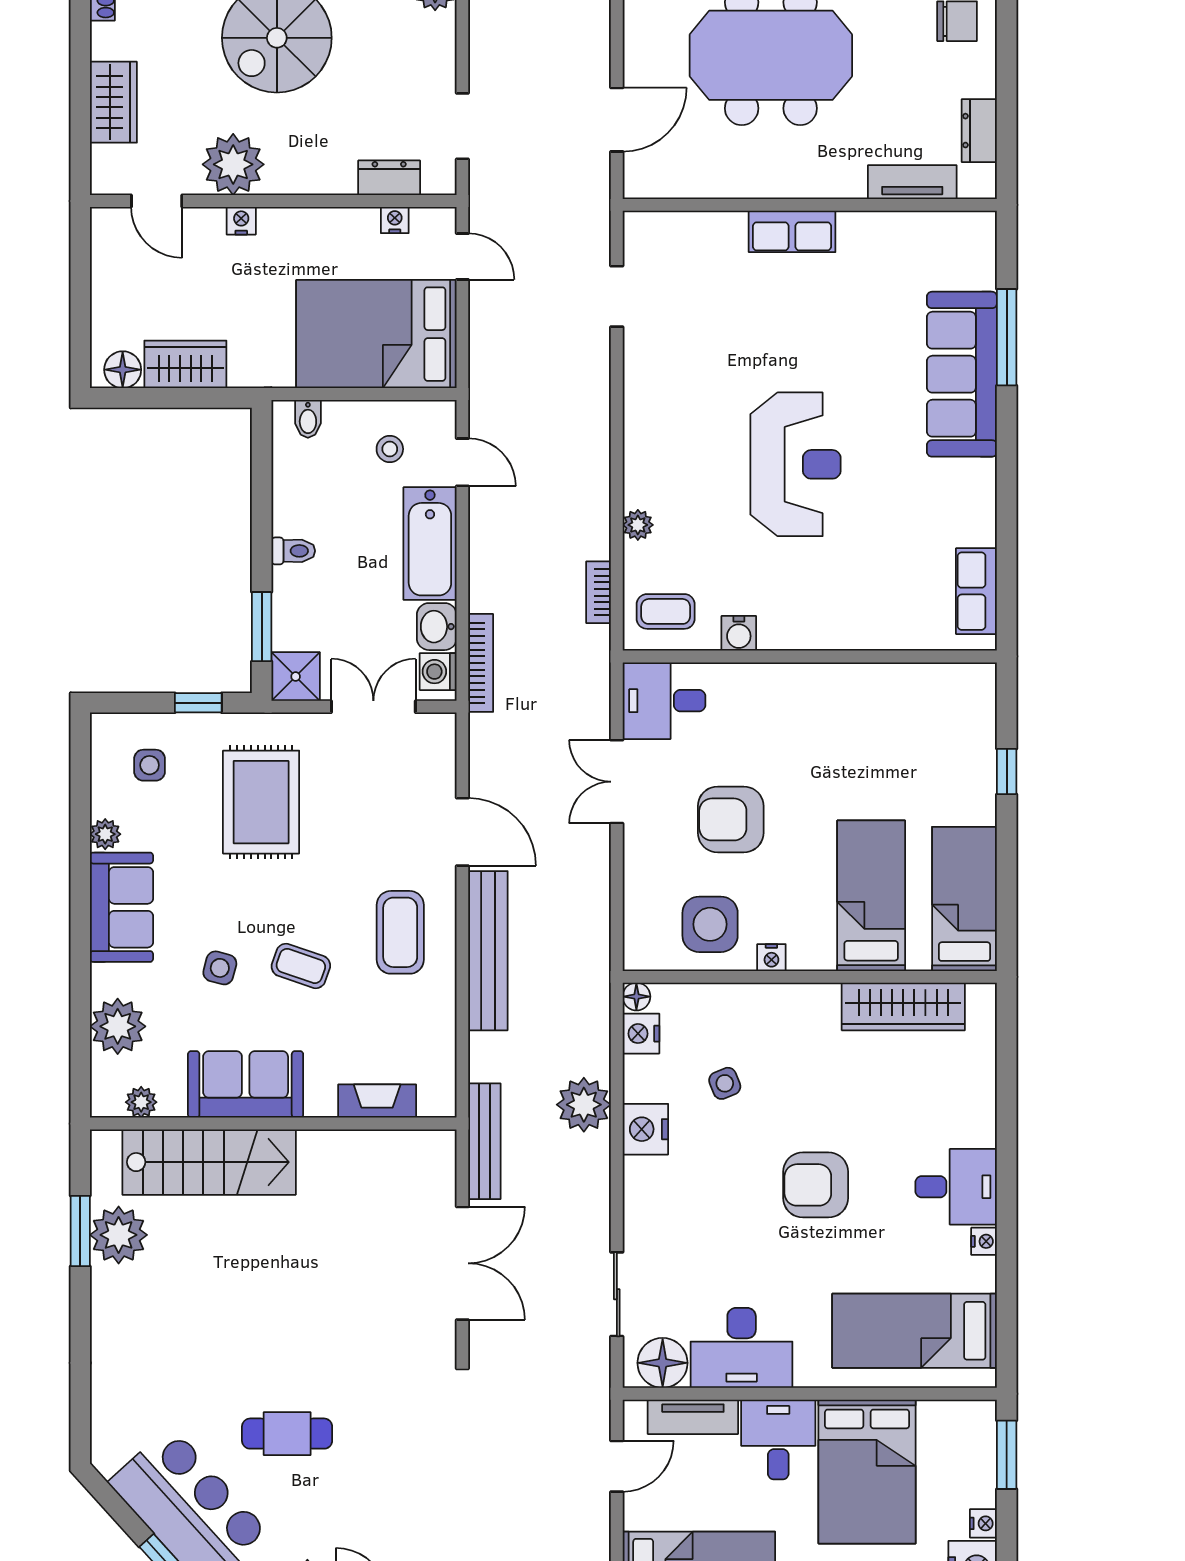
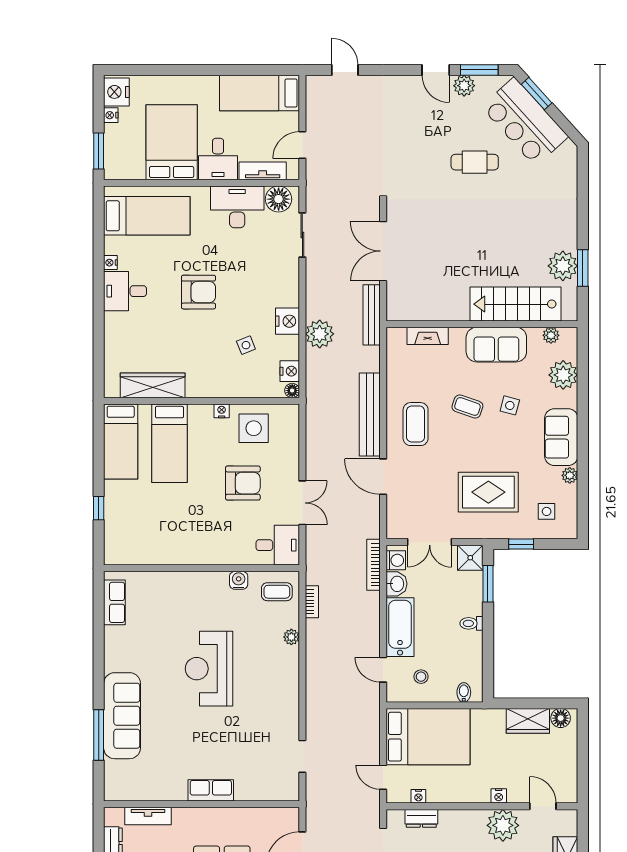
rug: (261, 802) -> (488, 492), turned 90

